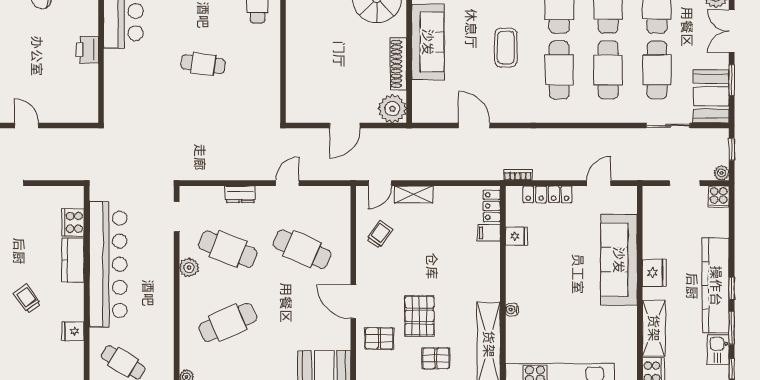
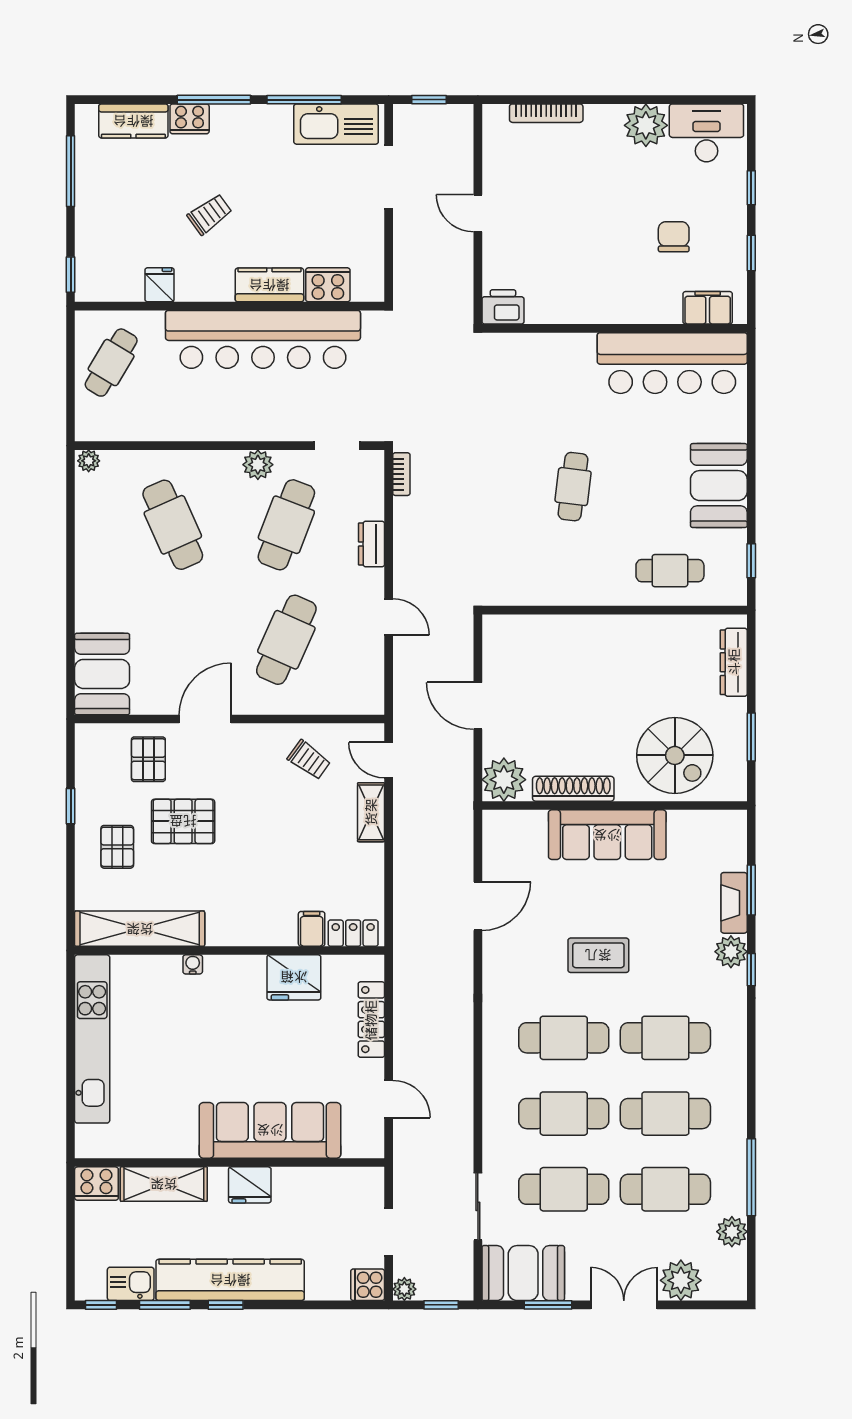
printer: (87, 50) -> (503, 307), moved
door: (27, 125) -> (478, 213), swing flipped
bookcase: (518, 175) -> (401, 474), moved
fridge: (516, 236) -> (294, 977), width x1.88, depth x1.34

